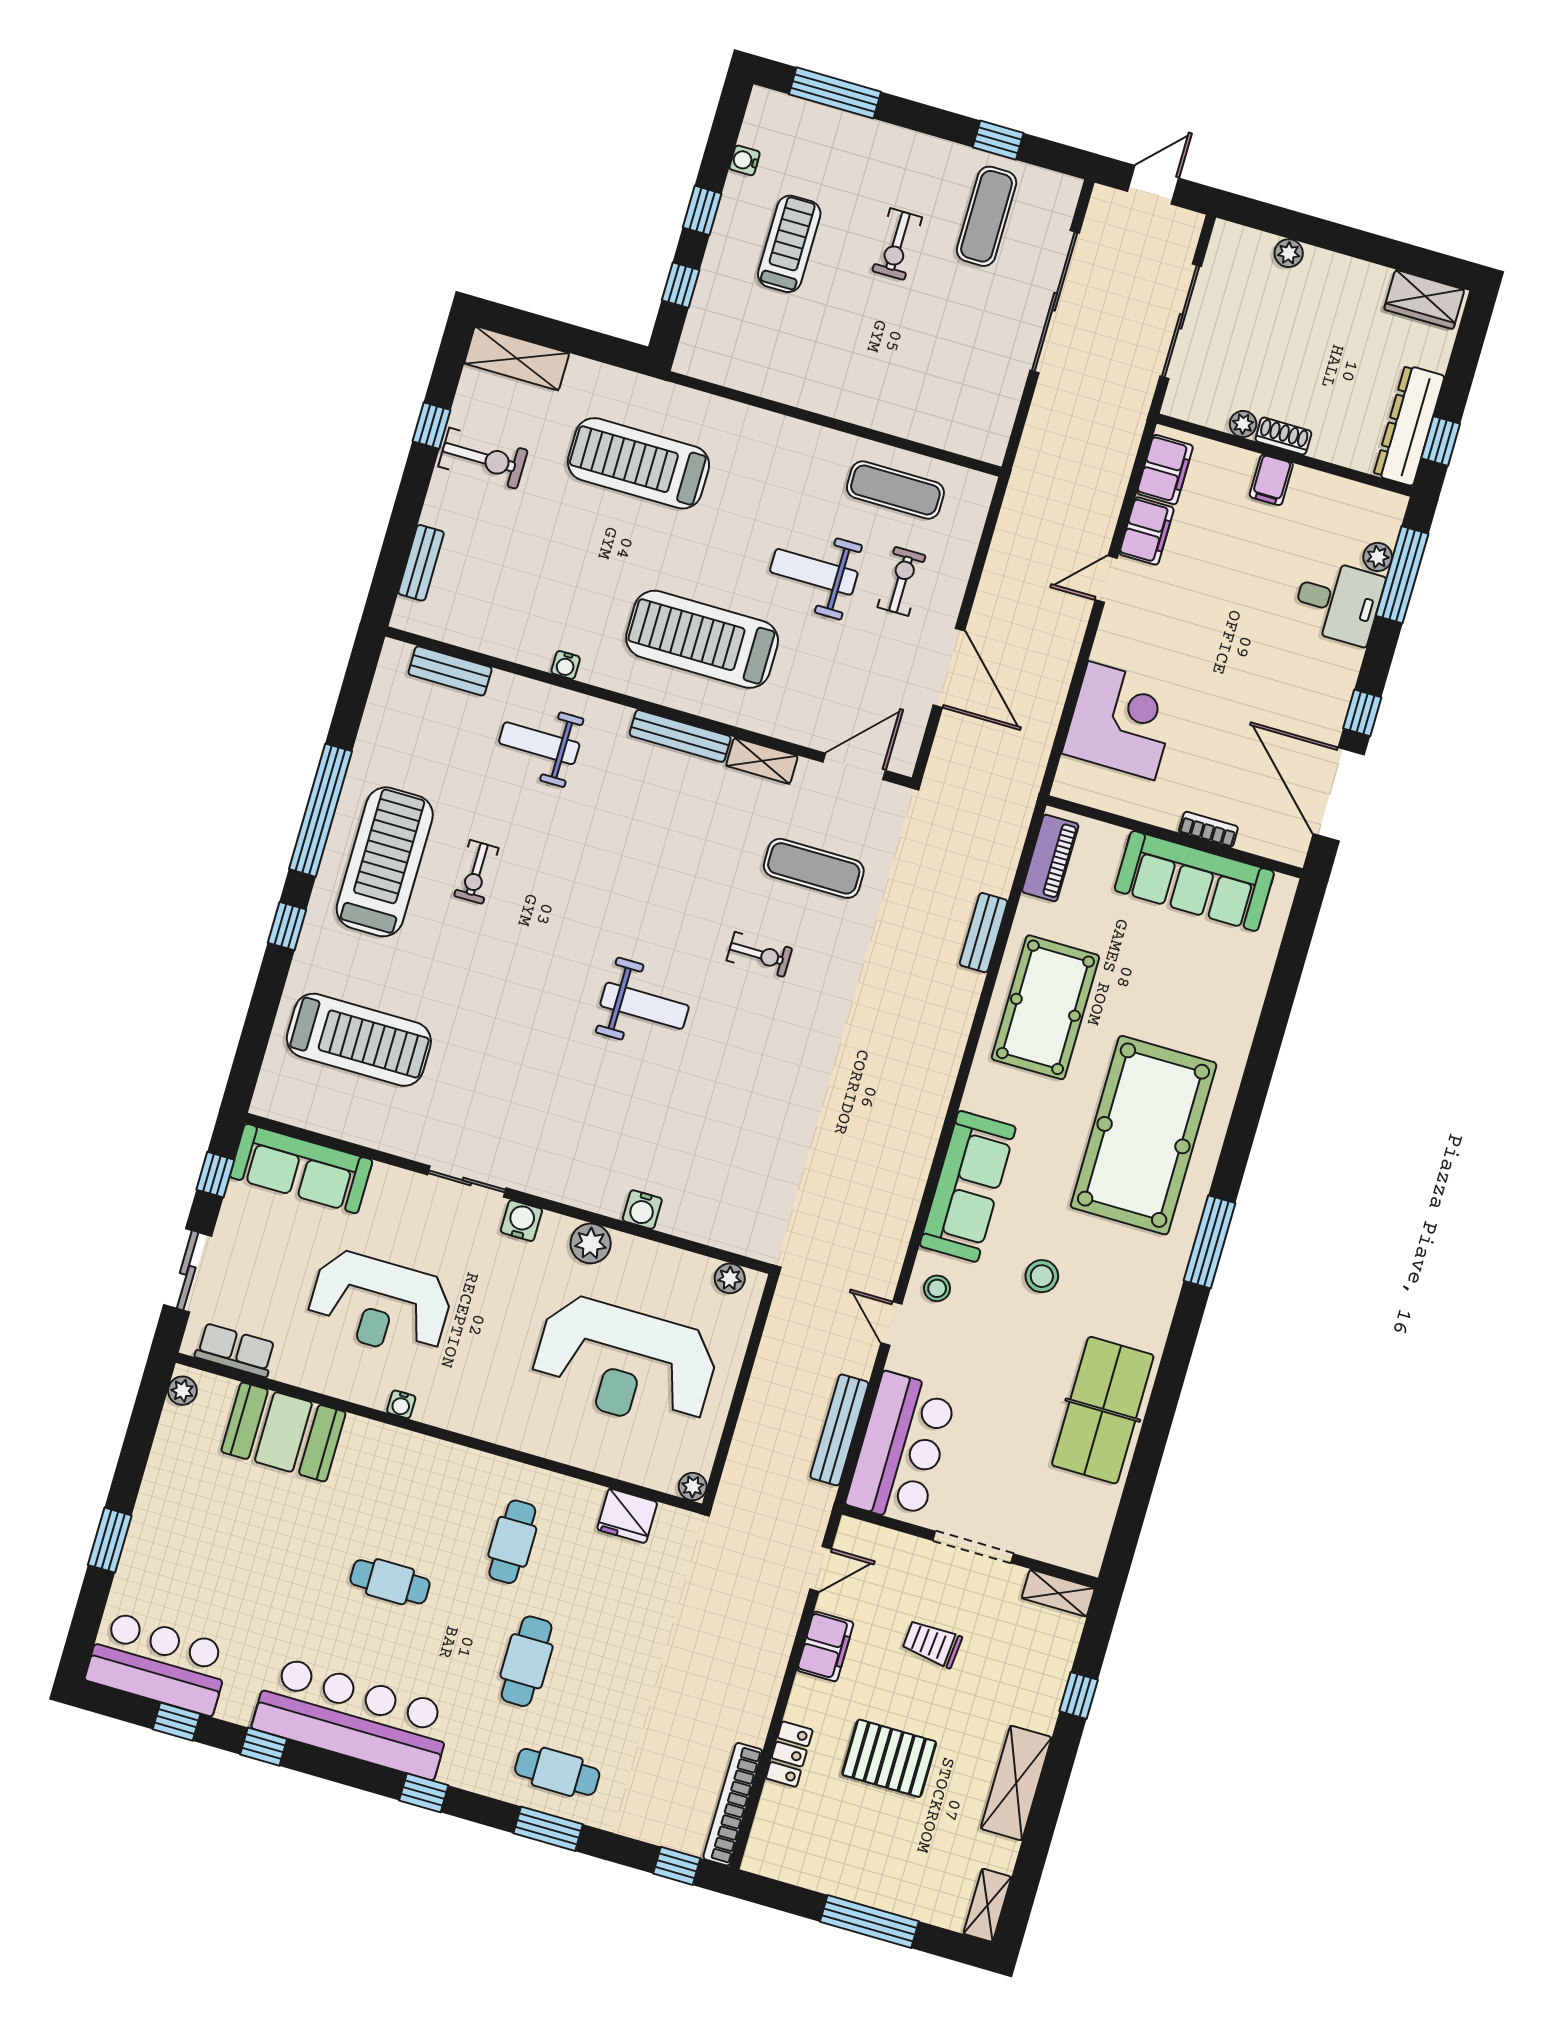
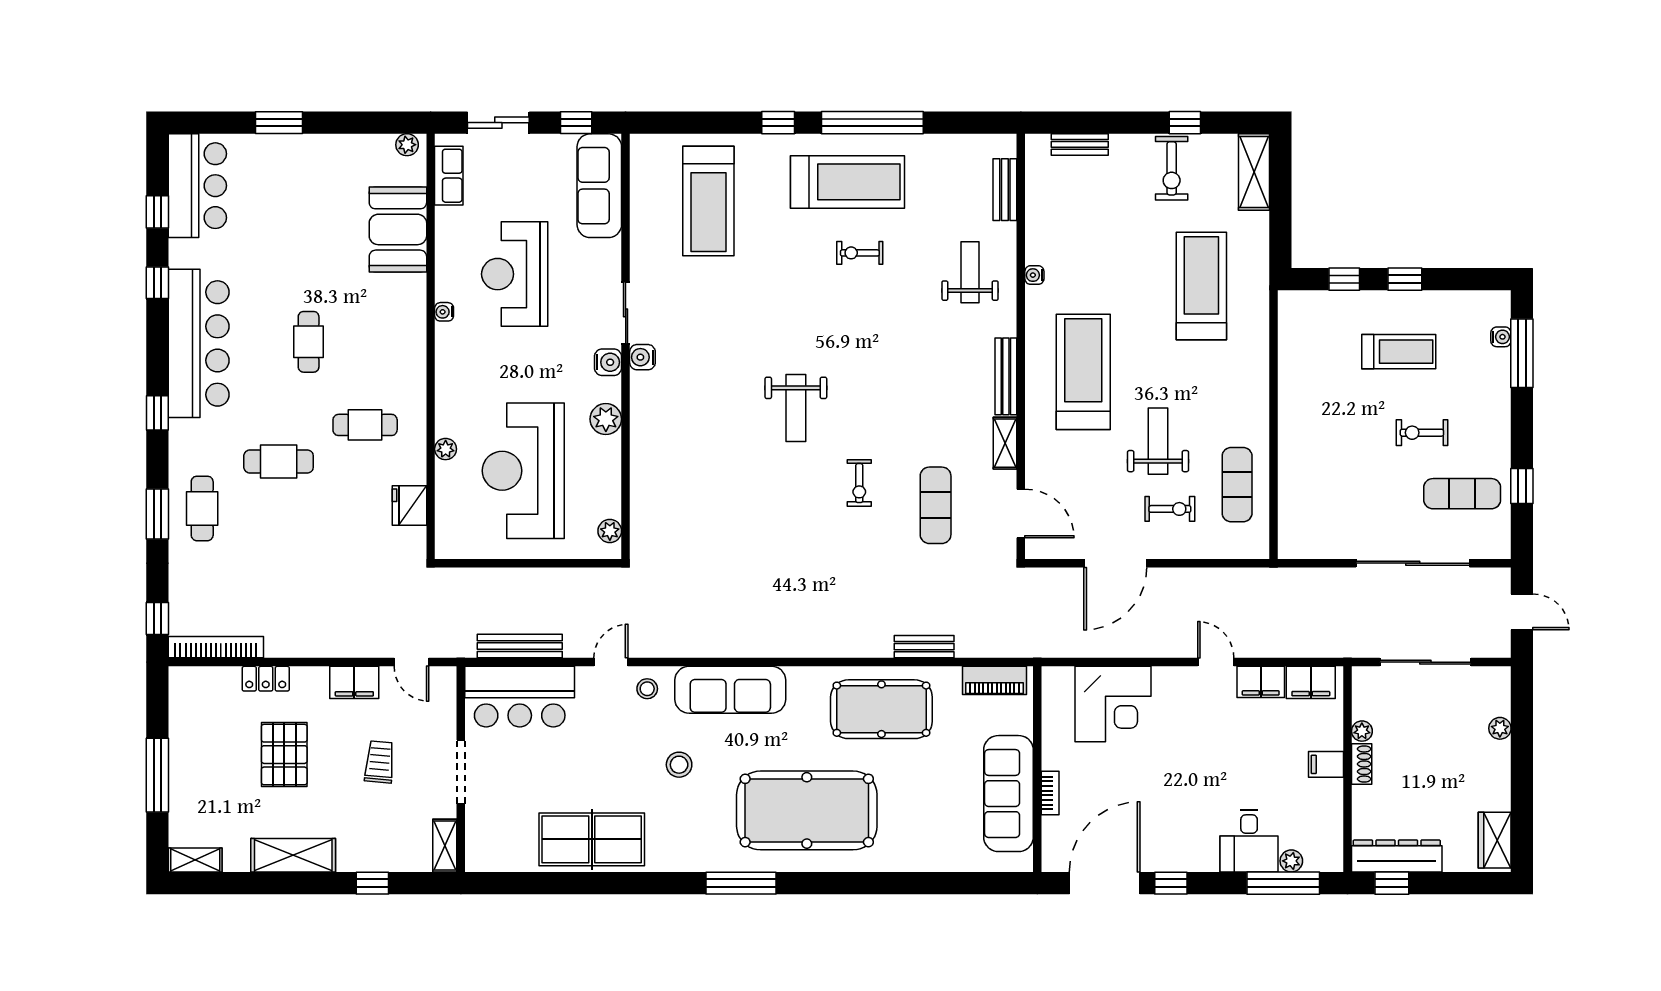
water cooler: (745, 160) -> (1501, 337), moved, turned 90
water cooler: (642, 1210) -> (642, 357), moved
plant: (693, 1487) -> (446, 449), moved

